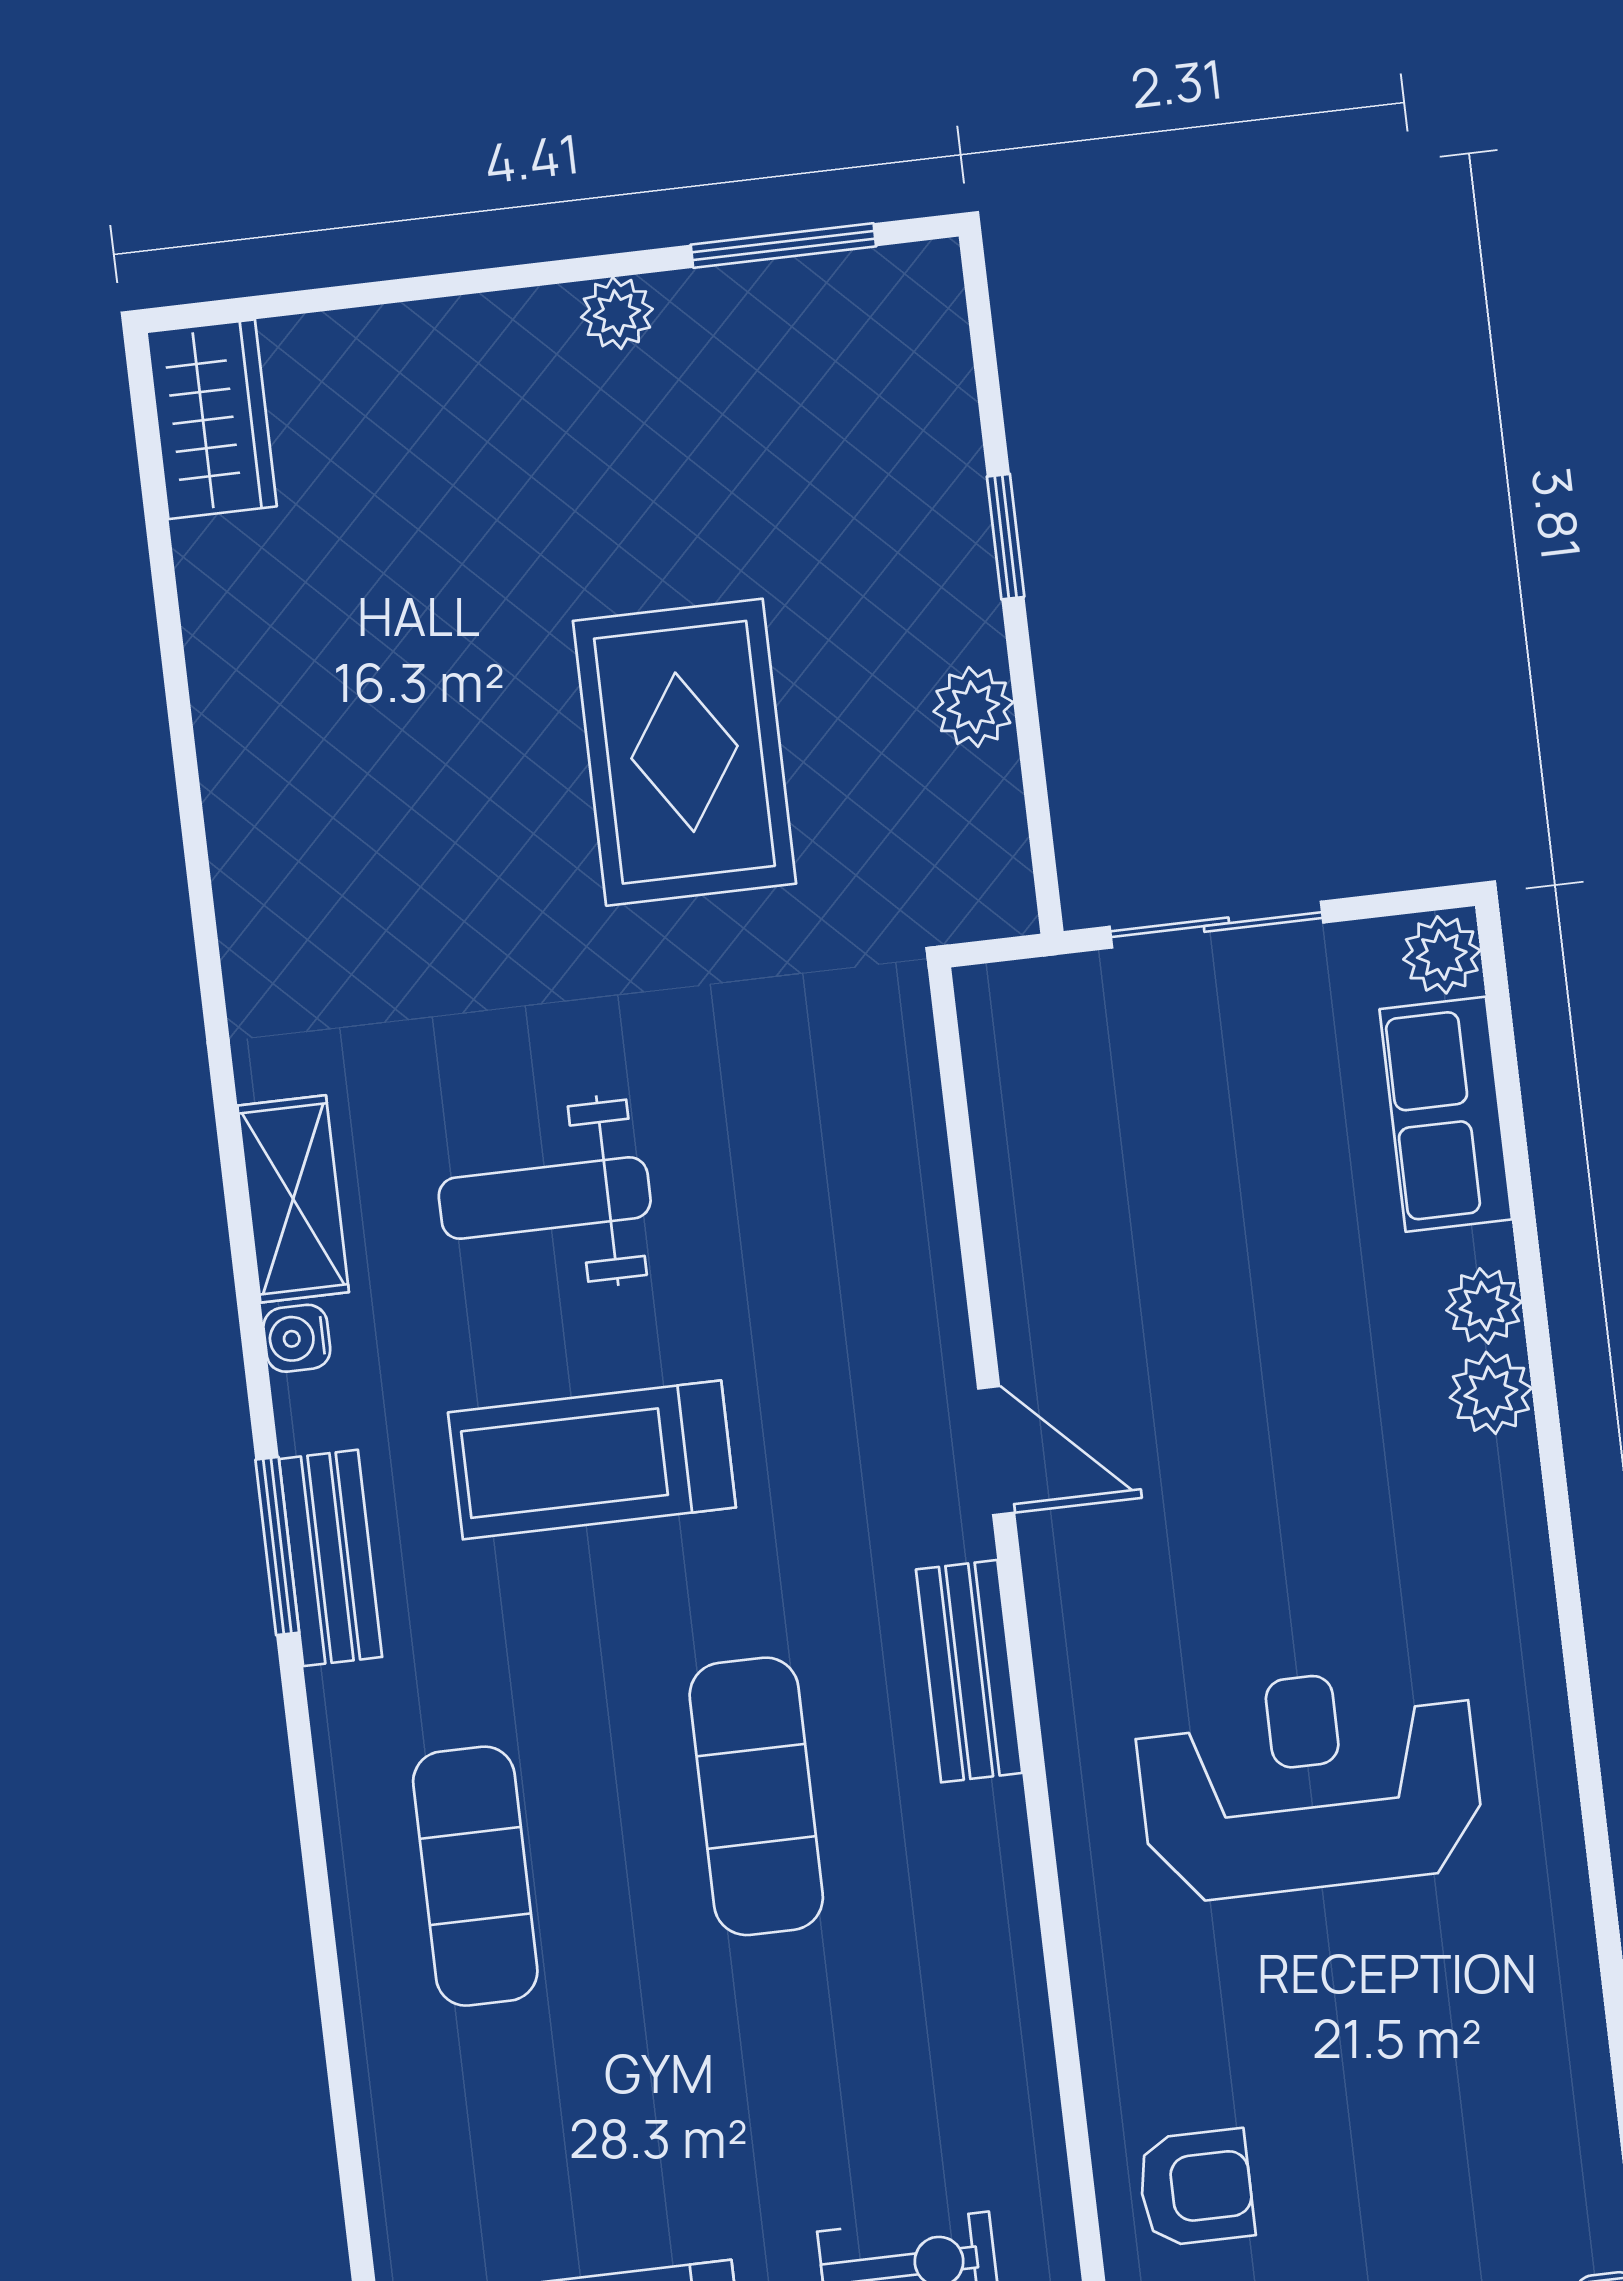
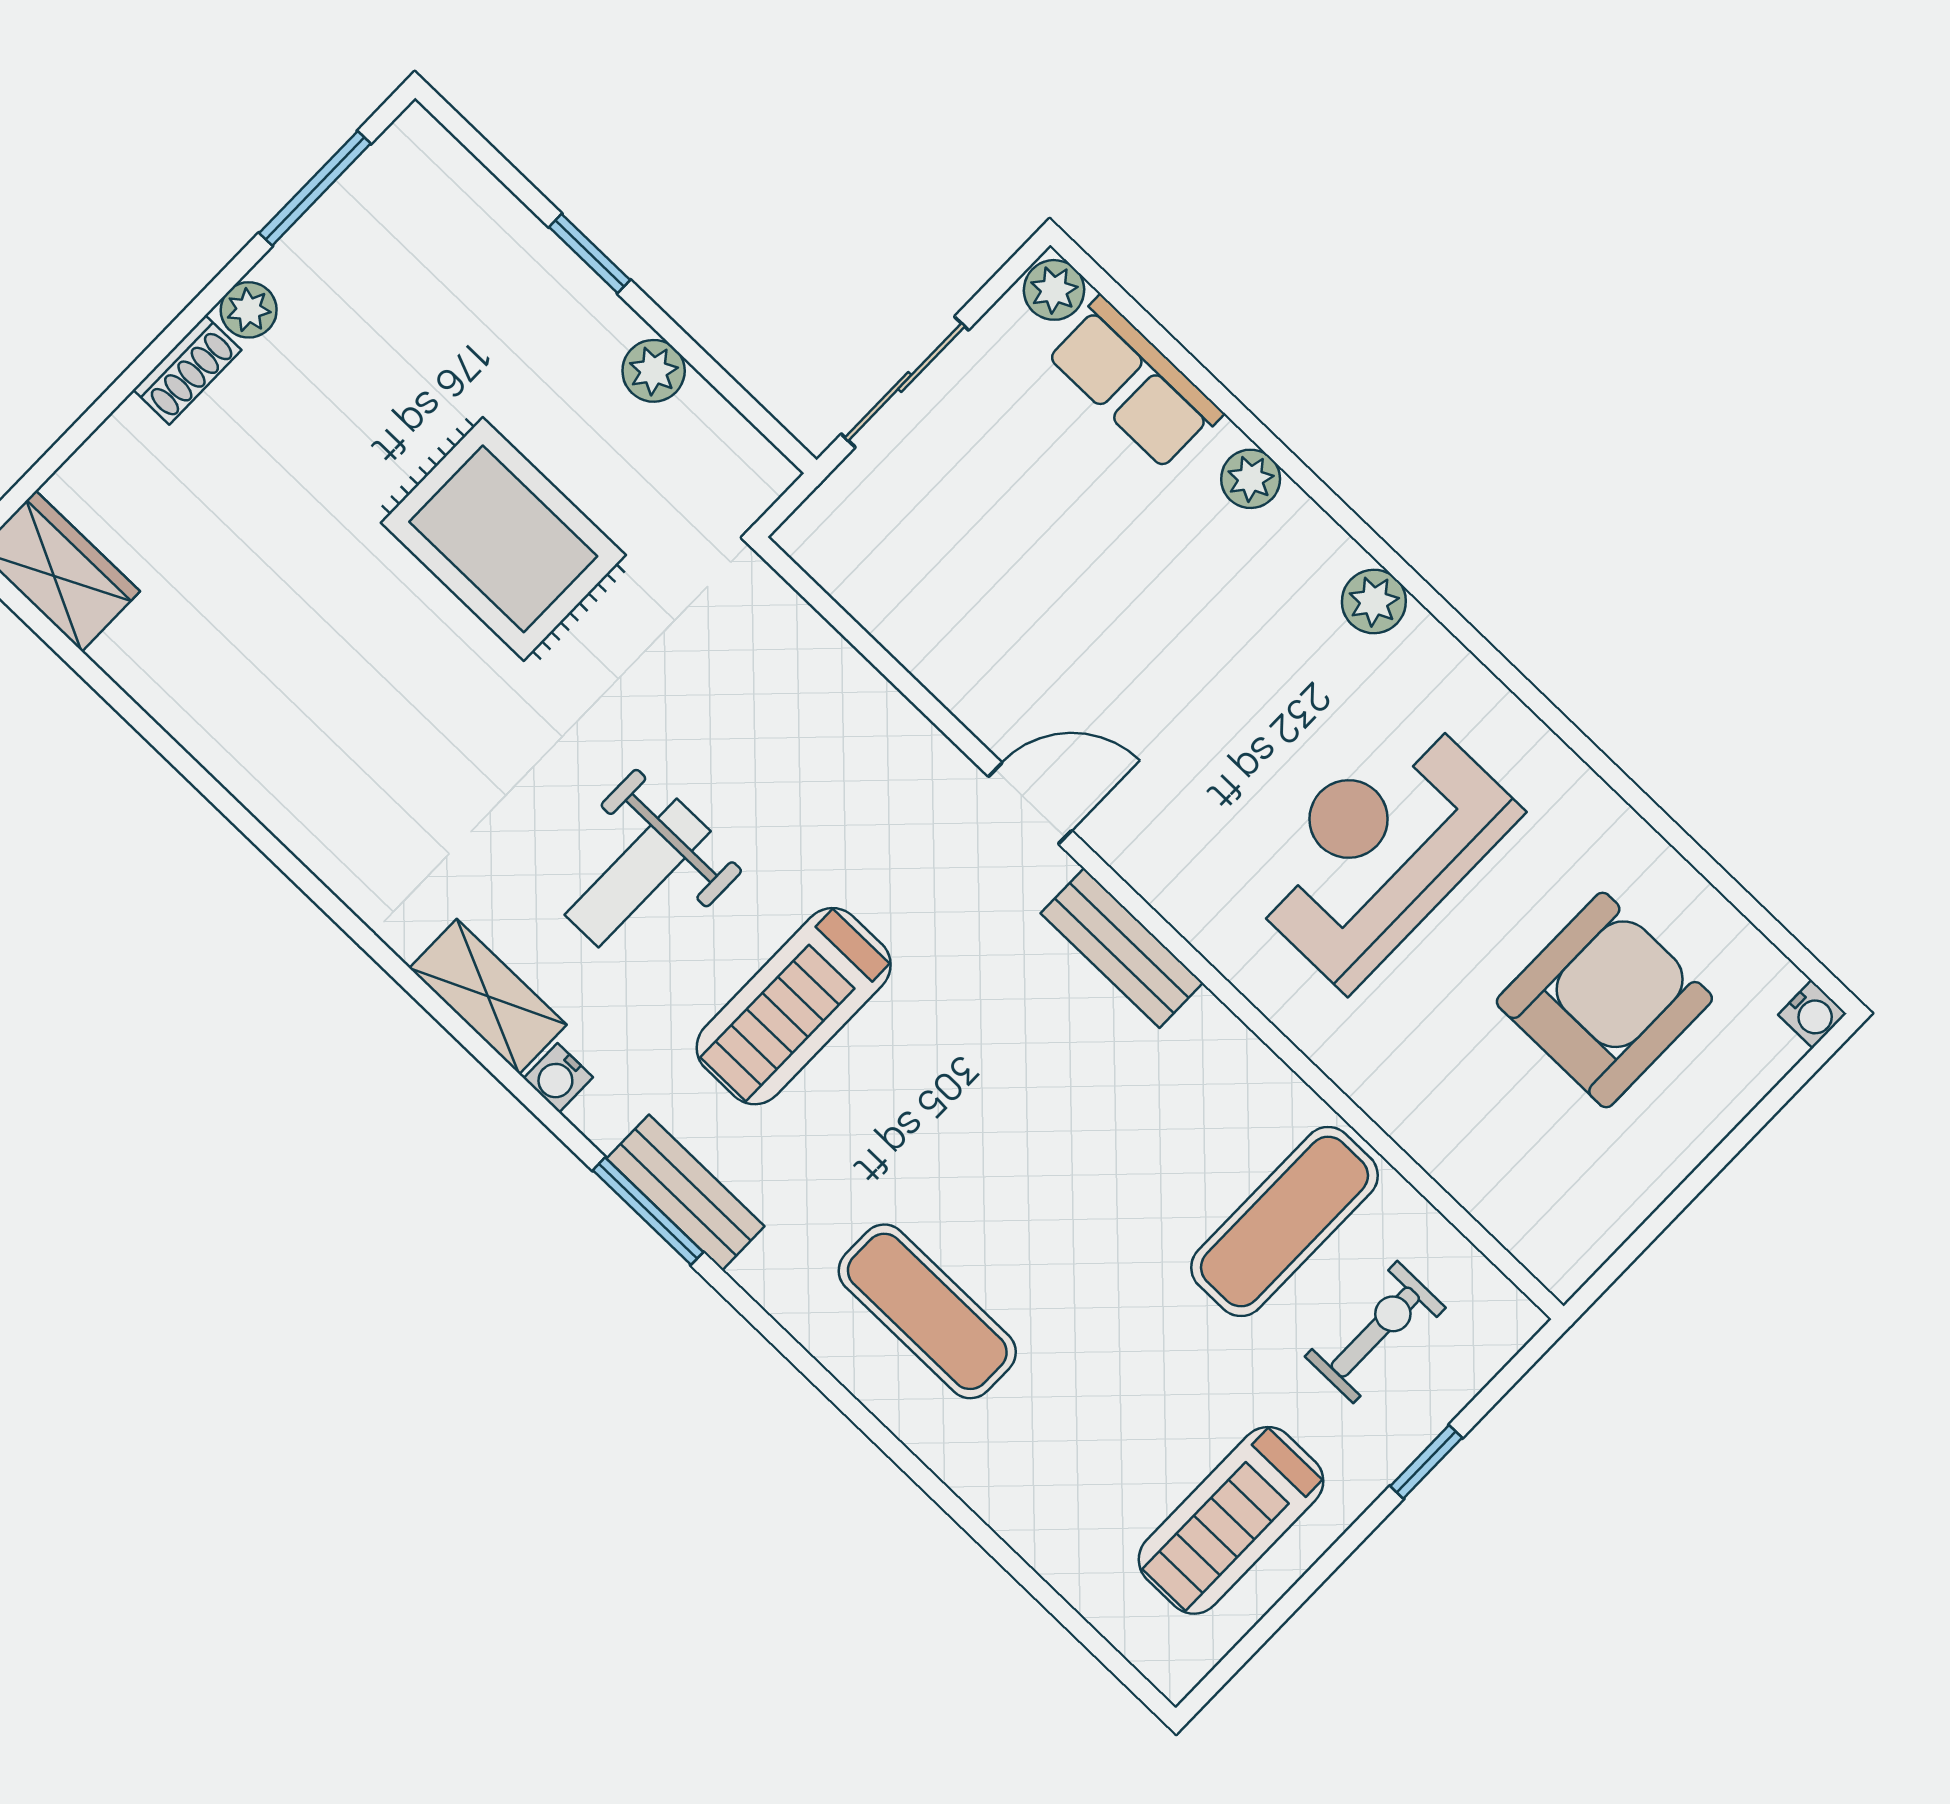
shoe rack: (506, 323) -> (187, 370), added
plant: (1491, 1393) -> (1374, 601), moved
exercise mat: (756, 1796) -> (1284, 1222), moved, turned 90
armchair: (1196, 2188) -> (1604, 1000), moved, width x1.88, depth x1.88

